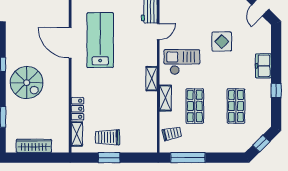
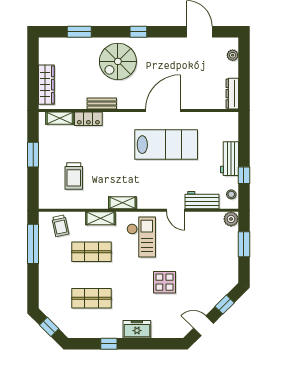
bench: (64, 97) -> (102, 103), added
trolley: (108, 137) -> (74, 176), moved, turned 180
wardrobe: (34, 146) -> (46, 85), moved

